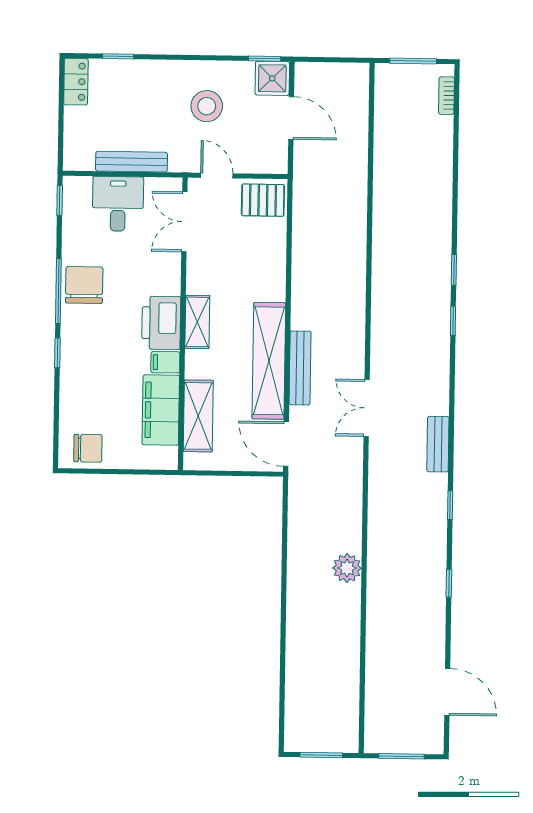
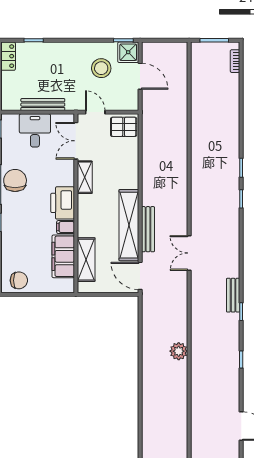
stool: (207, 106) -> (101, 68), moved
shelving: (197, 322) -> (85, 177), moved
bench: (438, 444) -> (233, 295), moved

